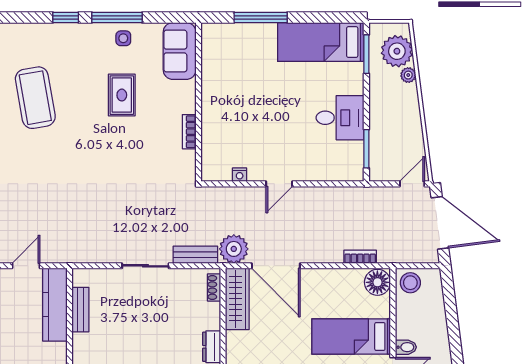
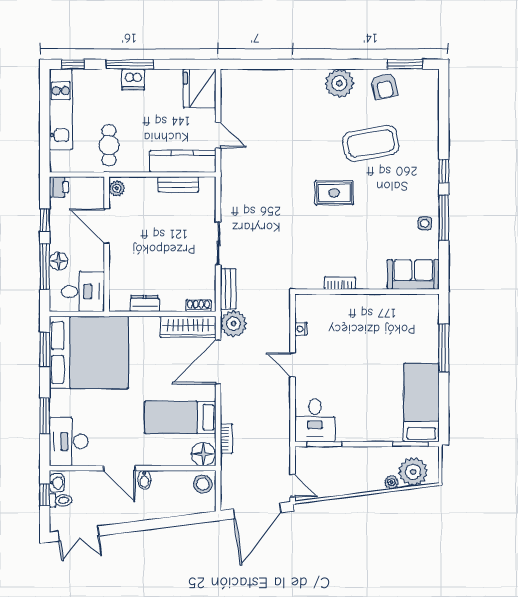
rug: (122, 95) -> (334, 193), moved
desk: (340, 118) -> (315, 420), moved
bed: (351, 336) -> (180, 417), moved, turned -90

